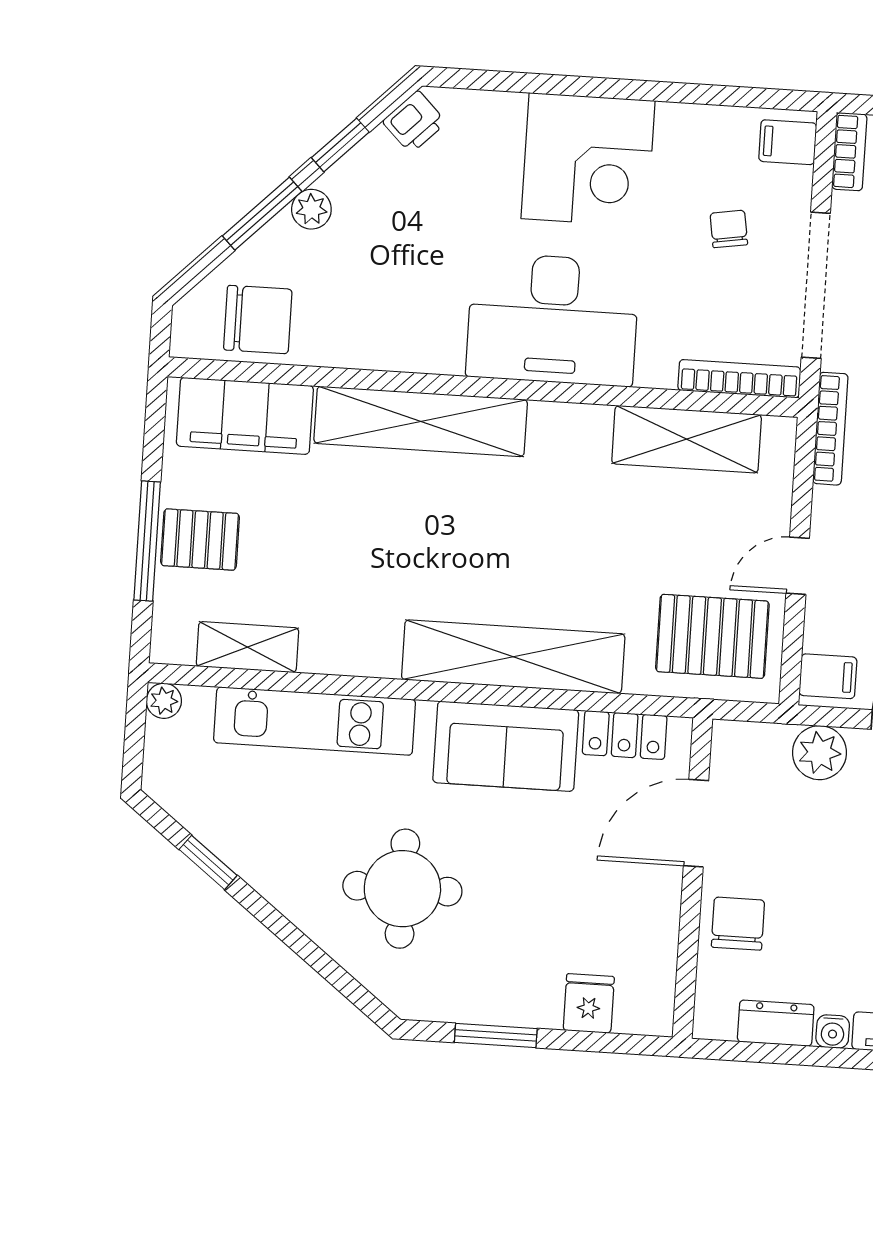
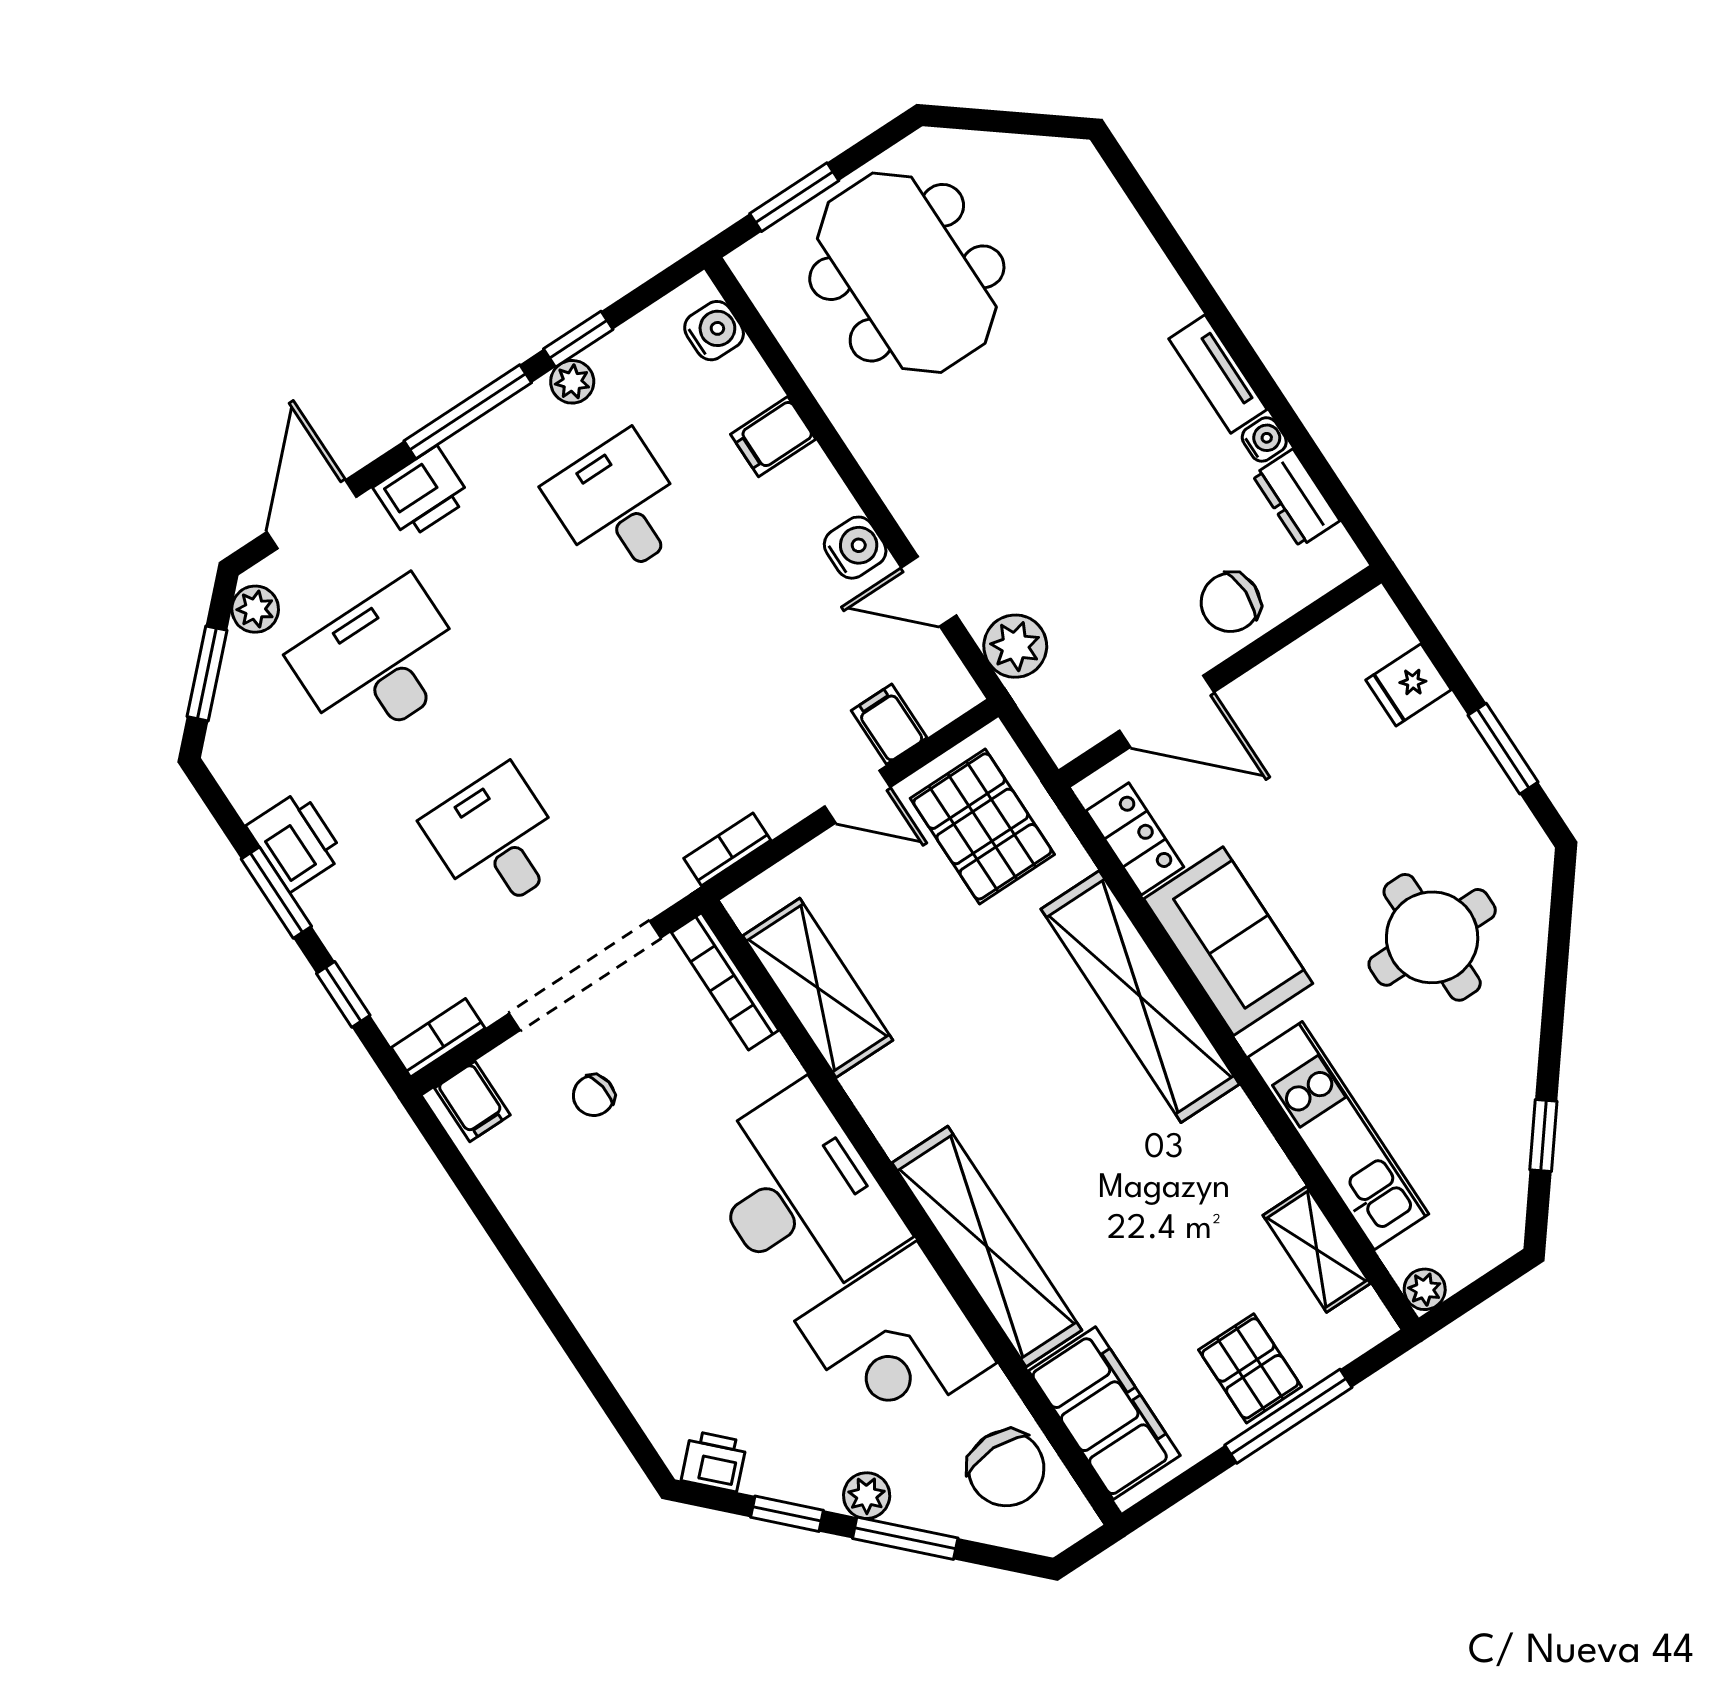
corner desk: (588, 160) -> (896, 1342), moved, turned 180
chair: (258, 320) -> (1006, 1468), turned 180
bookcase: (830, 429) -> (727, 849), width x0.64
filing cabinet: (828, 676) -> (889, 724), moved

